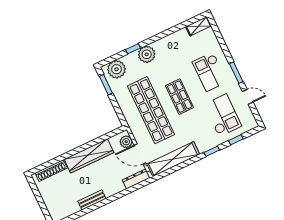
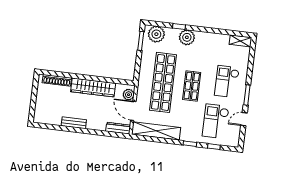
door: (248, 97) -> (244, 119), swing flipped
checkout: (223, 115) -> (216, 121), turned 180

